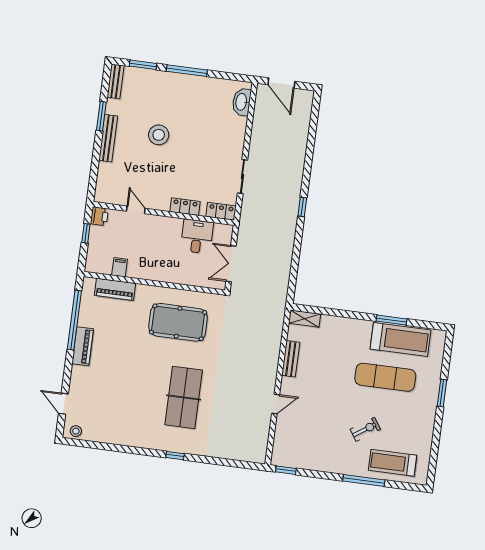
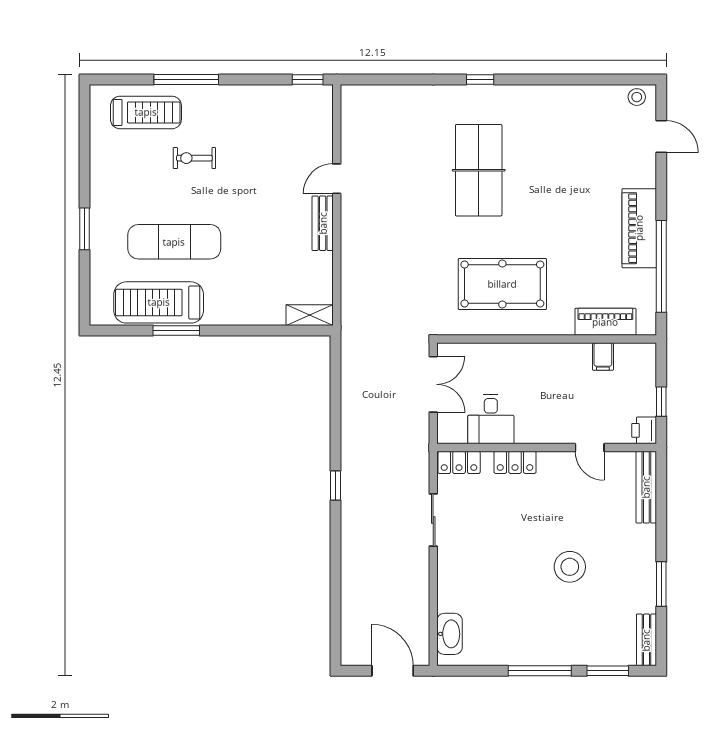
bench: (108, 138) -> (646, 487), moved
piano: (83, 346) -> (639, 228), width x1.37, depth x1.33
bench: (291, 359) -> (323, 223), moved
exercise bike: (365, 429) -> (194, 158), turned 34

